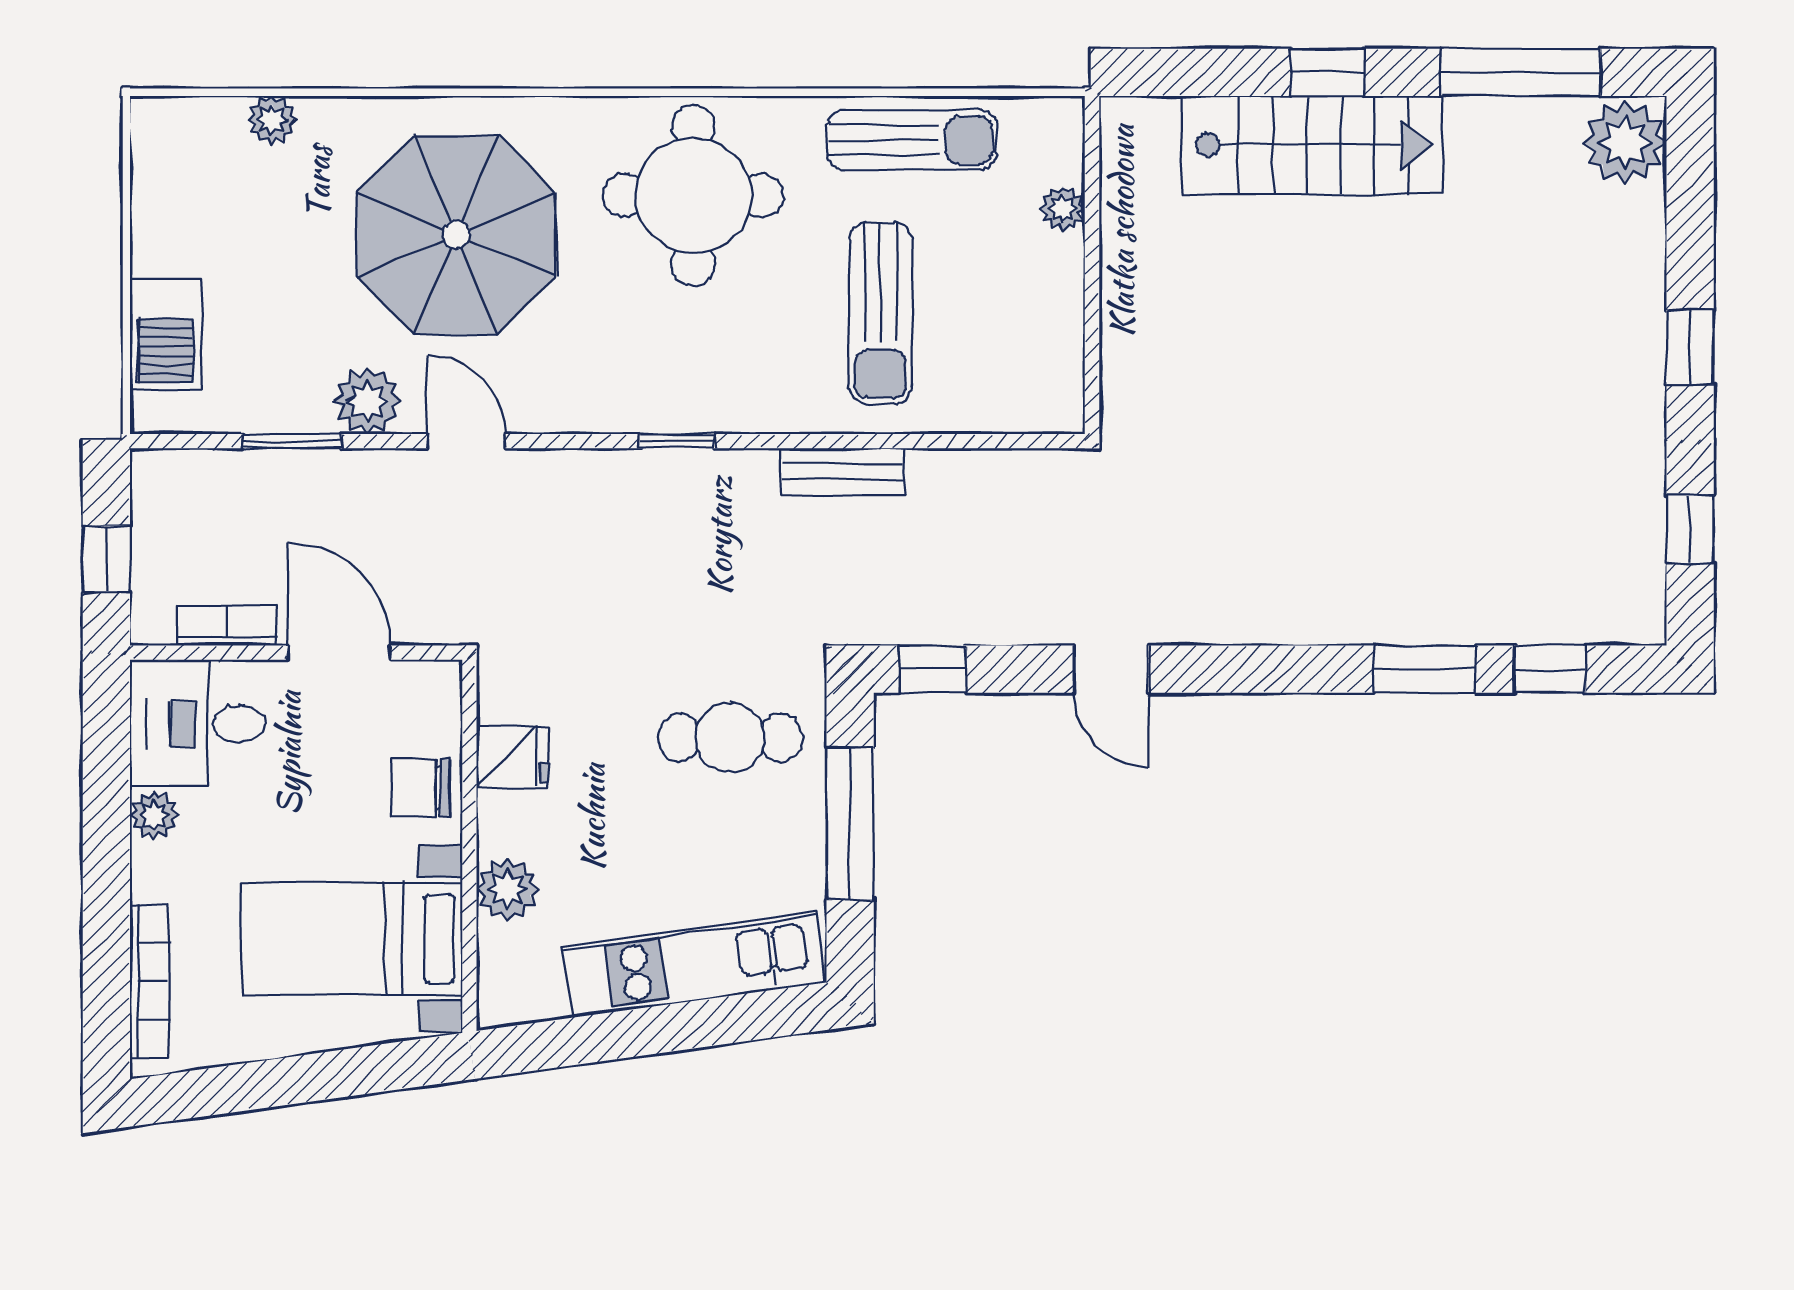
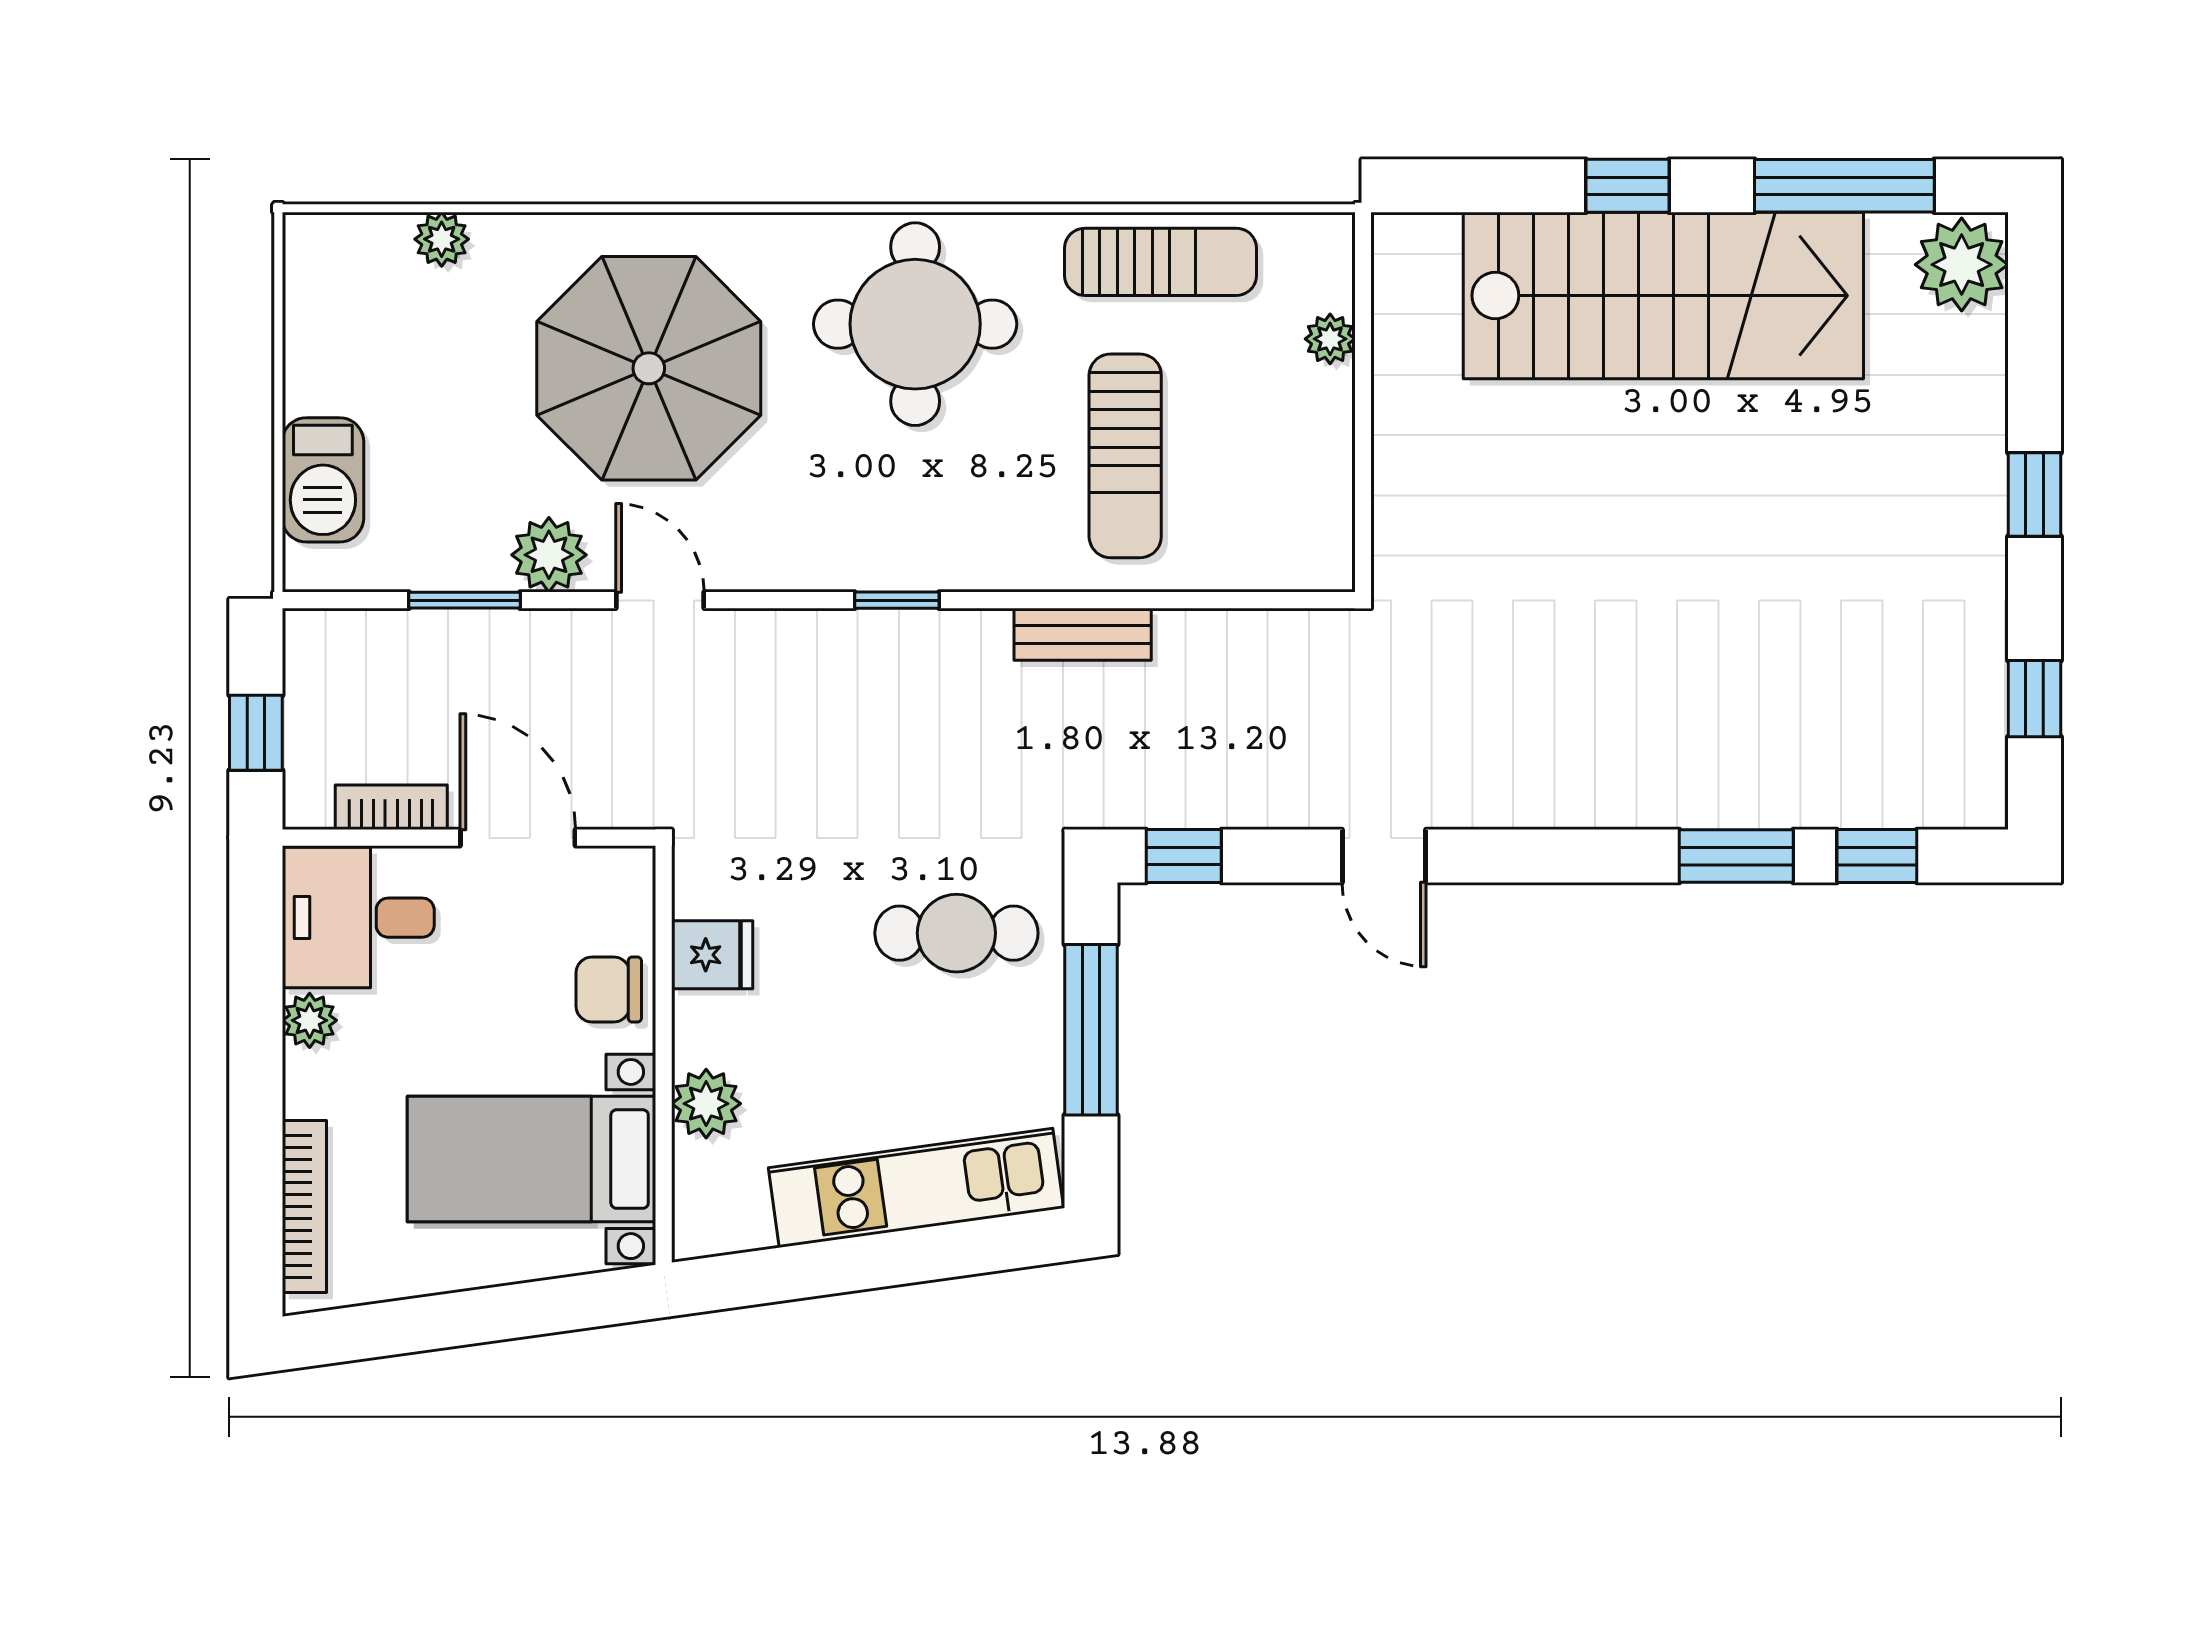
stairs: (1312, 145) -> (1663, 296), width x1.36, depth x1.51

